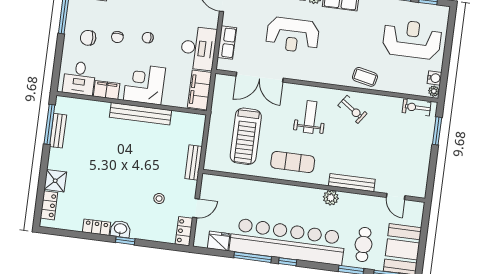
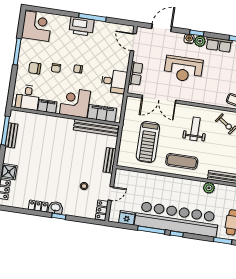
desk: (198, 48) -> (114, 81), width x0.73
filing cabinet: (200, 90) -> (102, 113), moved, turned 90
bench: (141, 114) -> (96, 128), moved

